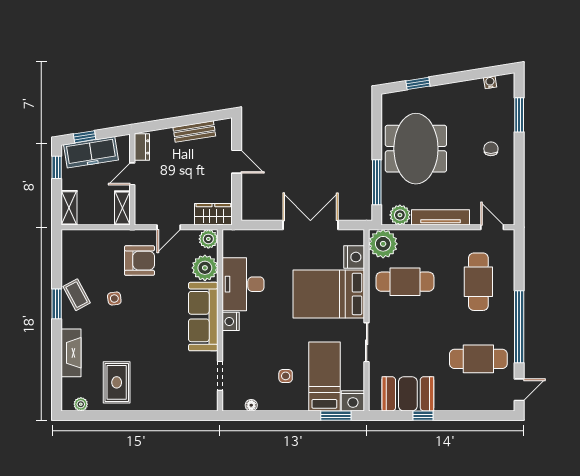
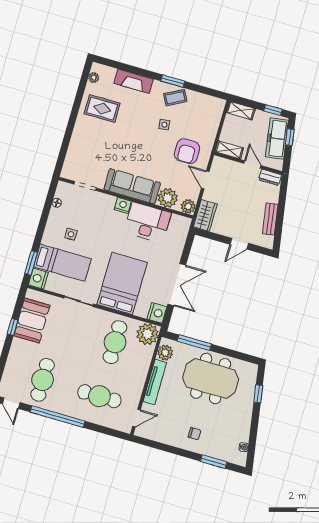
nightstand: (354, 257) -> (157, 313), moved, turned -90

